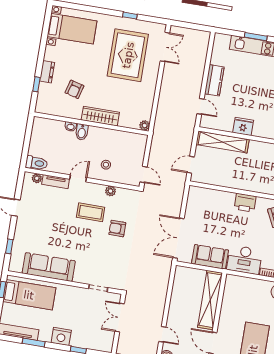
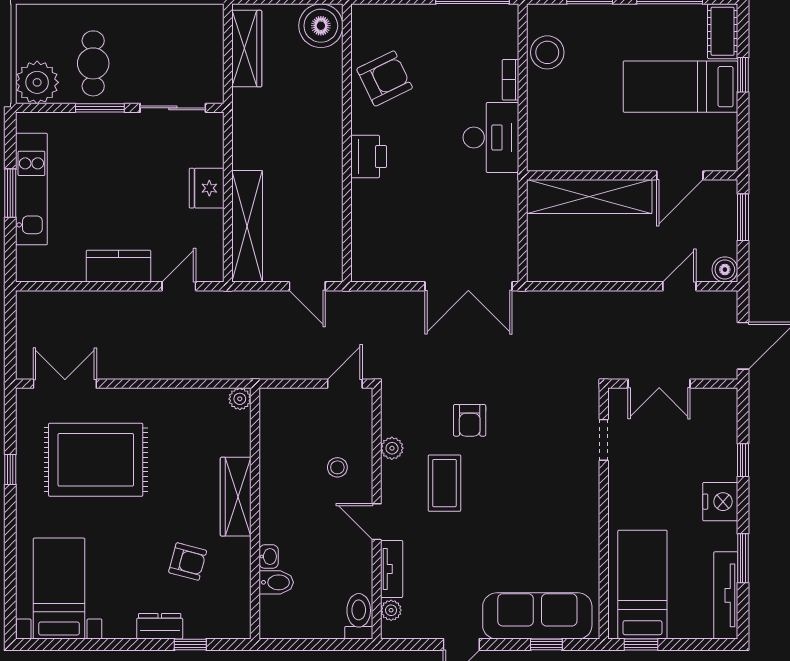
bidet: (82, 132) -> (276, 582), moved
sofa: (210, 257) -> (497, 212), removed
sofa: (49, 267) -> (537, 616), moved, turned 90

